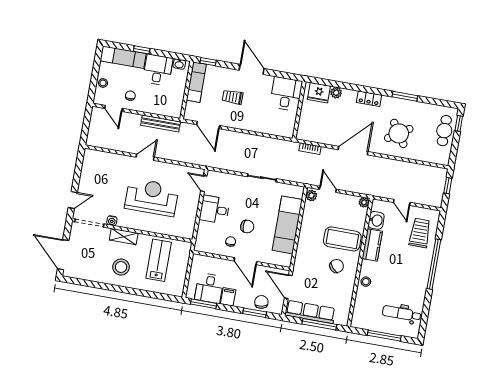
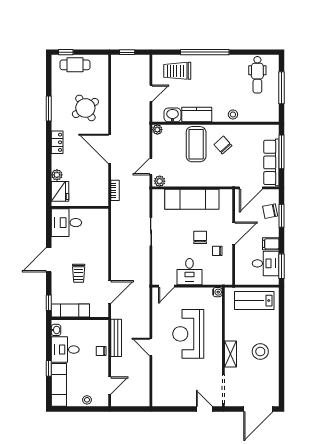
chair: (130, 96) -> (101, 351), moved
water cooler: (112, 221) -> (217, 292), moved
lab bench: (159, 260) -> (254, 301), moved

